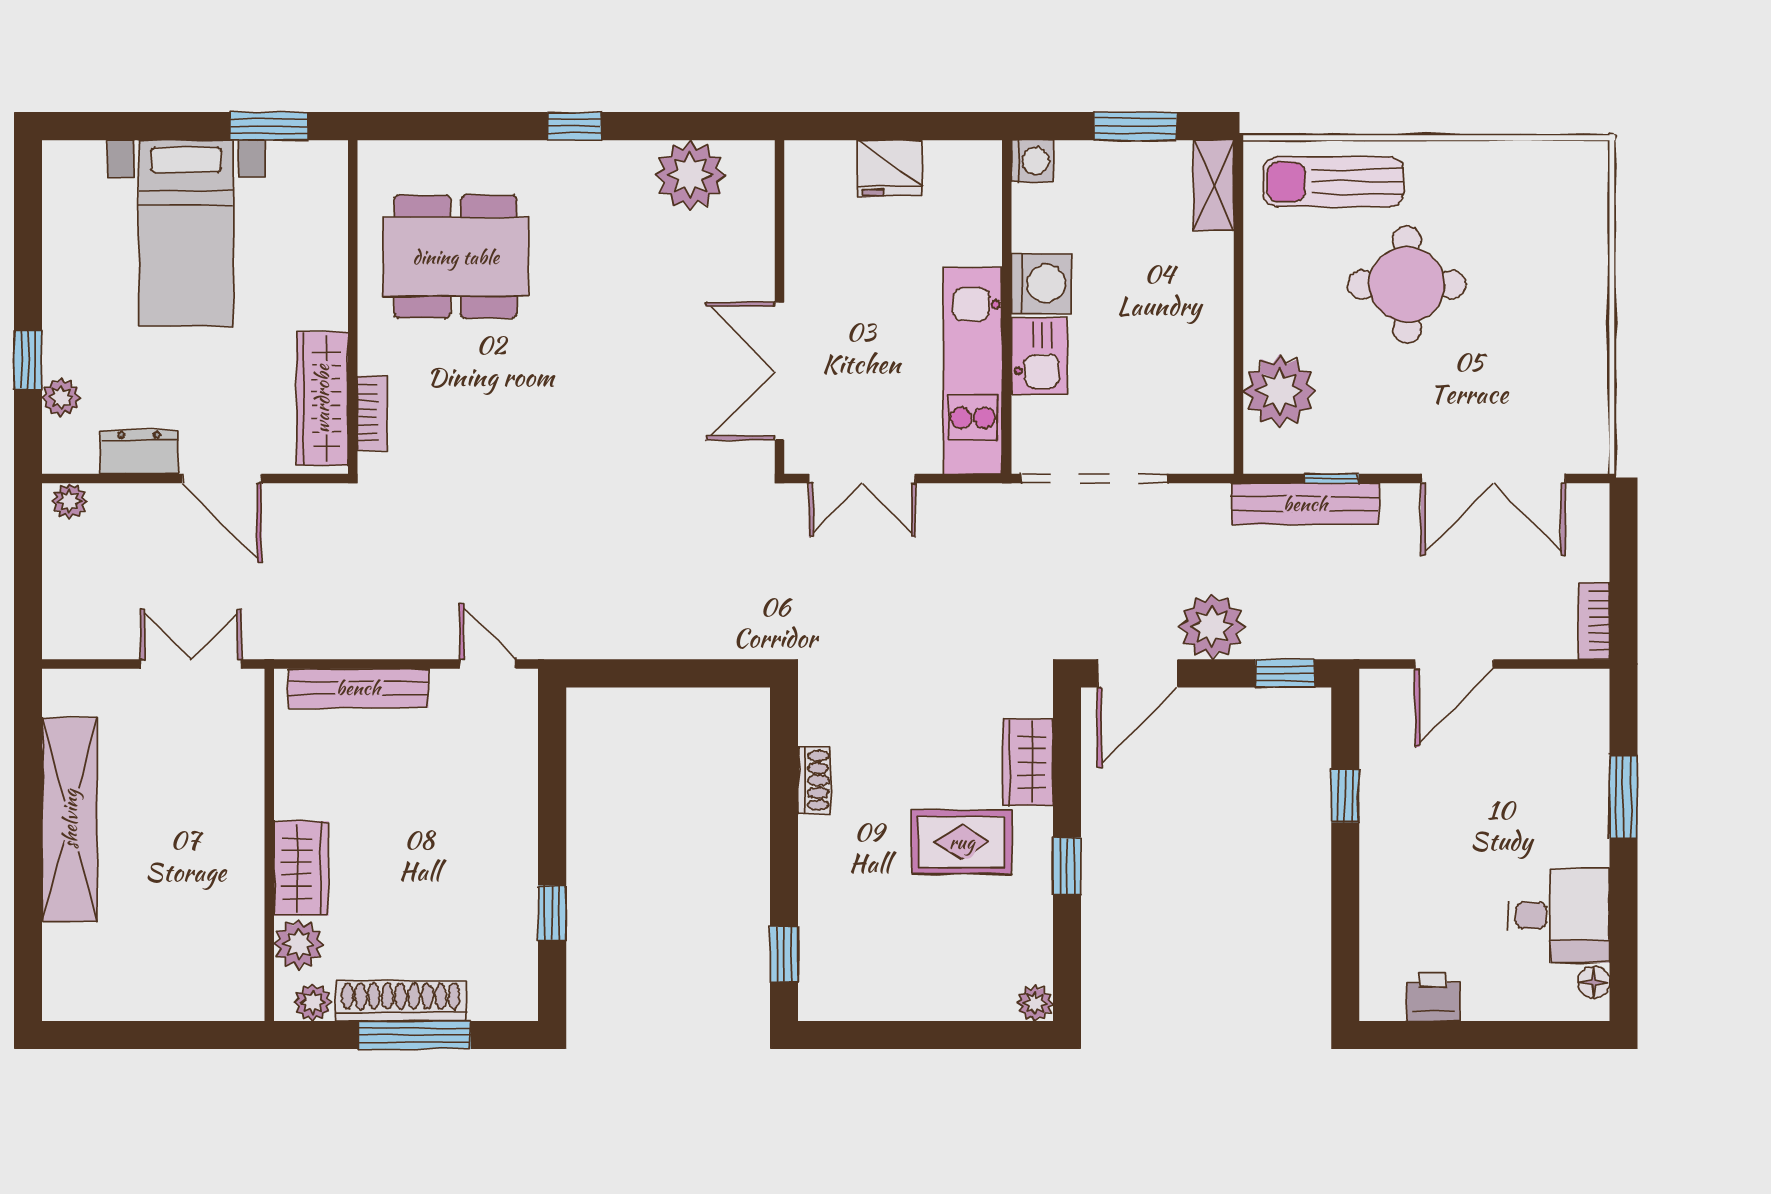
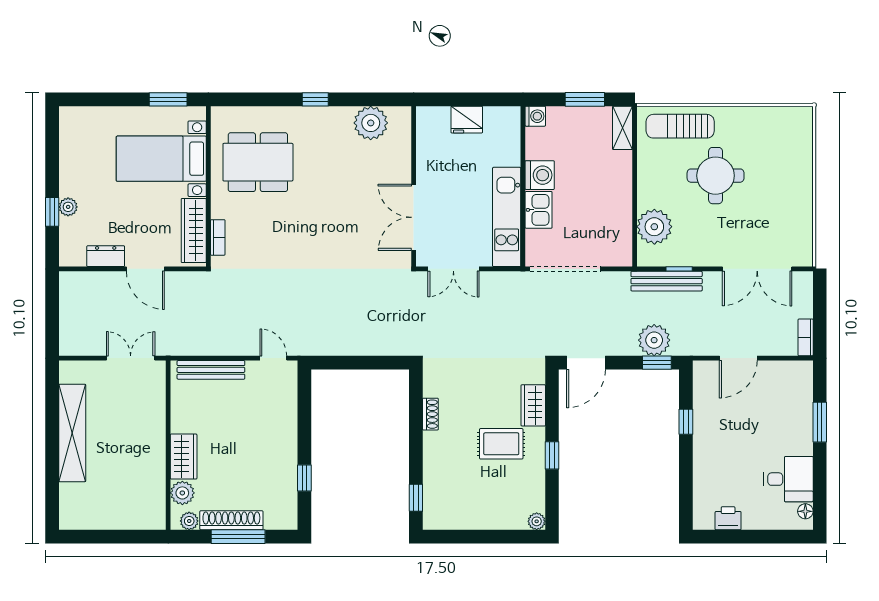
bed with nightstands: (186, 233) -> (161, 159), moved, turned 90
plant: (61, 397) -> (68, 207), moved
plant: (69, 501) -> (72, 280), removed
plant: (1212, 626) -> (654, 340), moved

